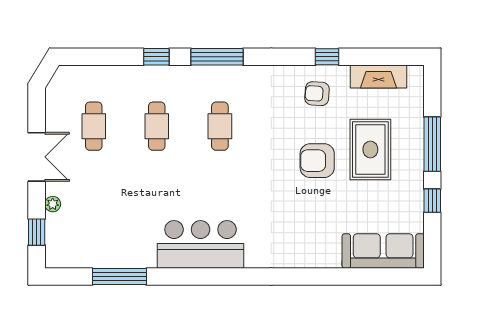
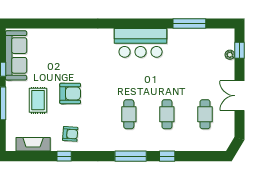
rug: (370, 149) -> (38, 100), width x0.73, depth x0.70
plant: (53, 204) -> (230, 55), moved
sofa: (383, 251) -> (16, 55), moved, turned -90

